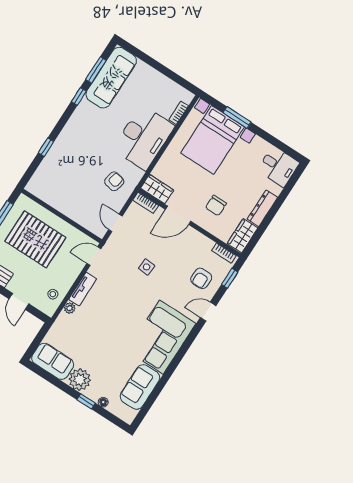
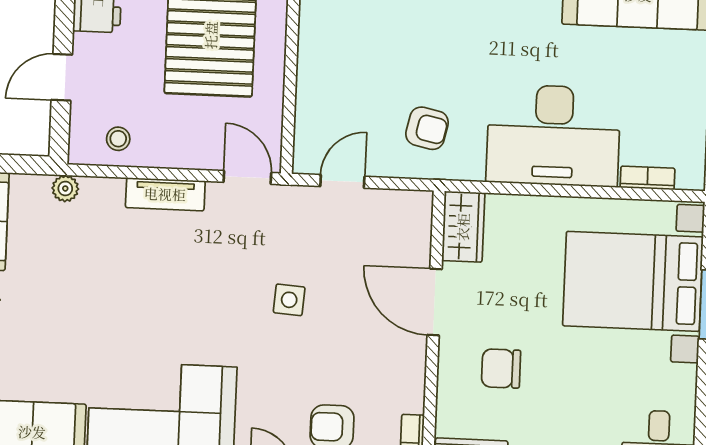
bookcase: (146, 203) -> (421, 220), removed
plant: (70, 308) -> (65, 188), moved

